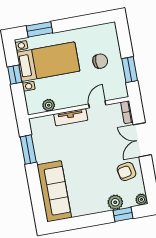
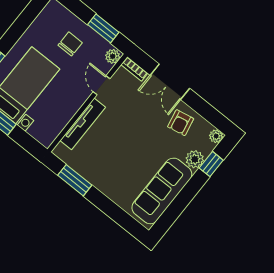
plant: (49, 105) -> (113, 56), moved
tv unit: (71, 117) -> (83, 124), width x1.41
sofa: (54, 191) -> (162, 191), moved, turned -90

